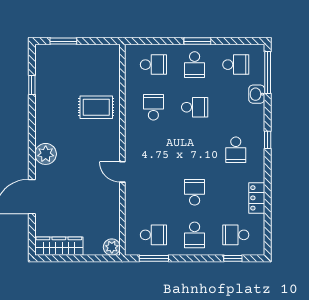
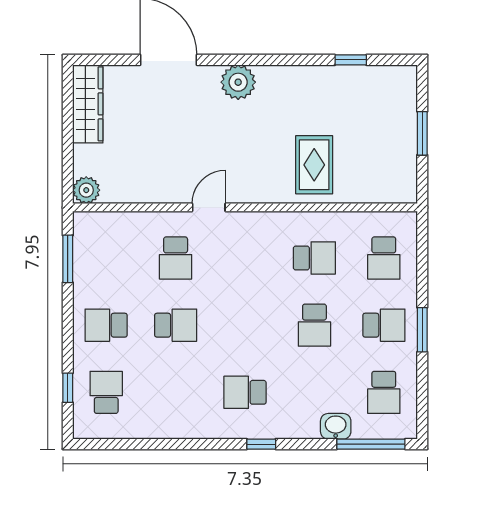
window: (63, 41) -> (422, 133), moved
school desk: (195, 65) -> (384, 325), turned 180
locker: (257, 198) -> (166, 427), removed
school desk: (153, 235) -> (176, 258), moved

